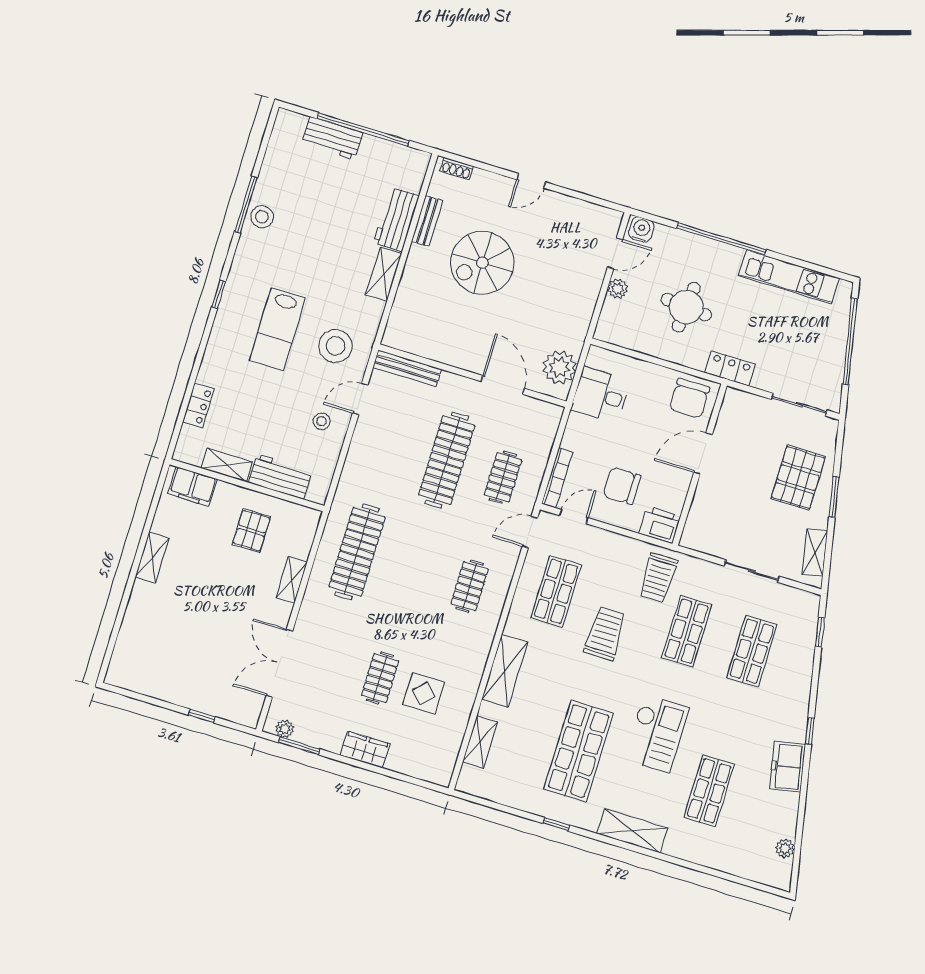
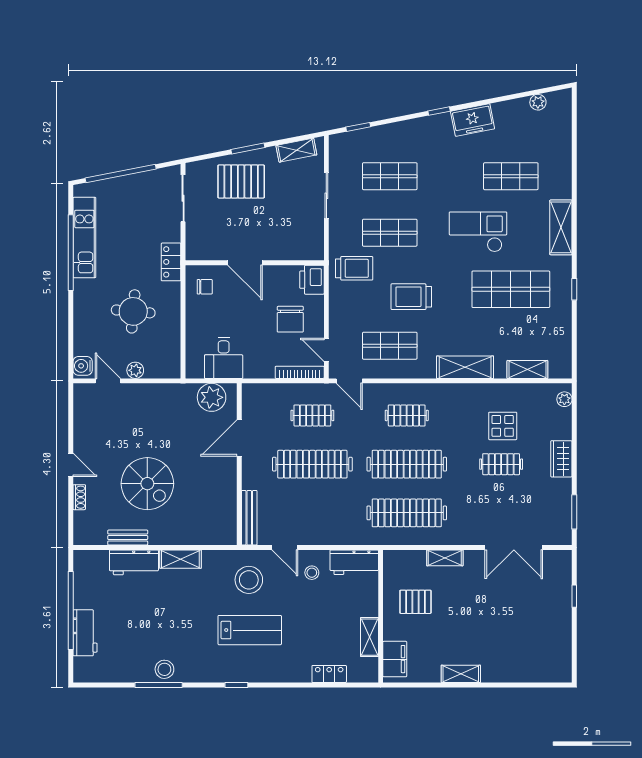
shoe rack: (457, 169) -> (79, 497), moved
window: (721, 239) -> (71, 253), moved
chair: (689, 398) -> (205, 287), width x0.54, depth x0.54
workbench: (280, 477) -> (354, 562), moved, turned -90
clothes rail: (413, 569) -> (407, 464), added
plant: (285, 729) -> (564, 399), moved

